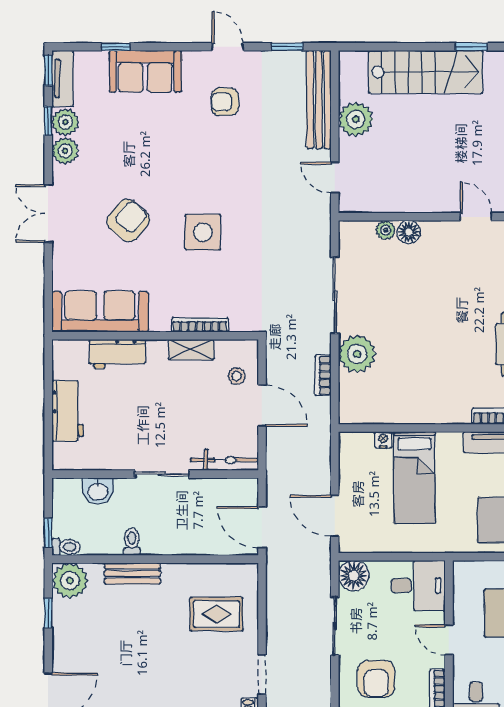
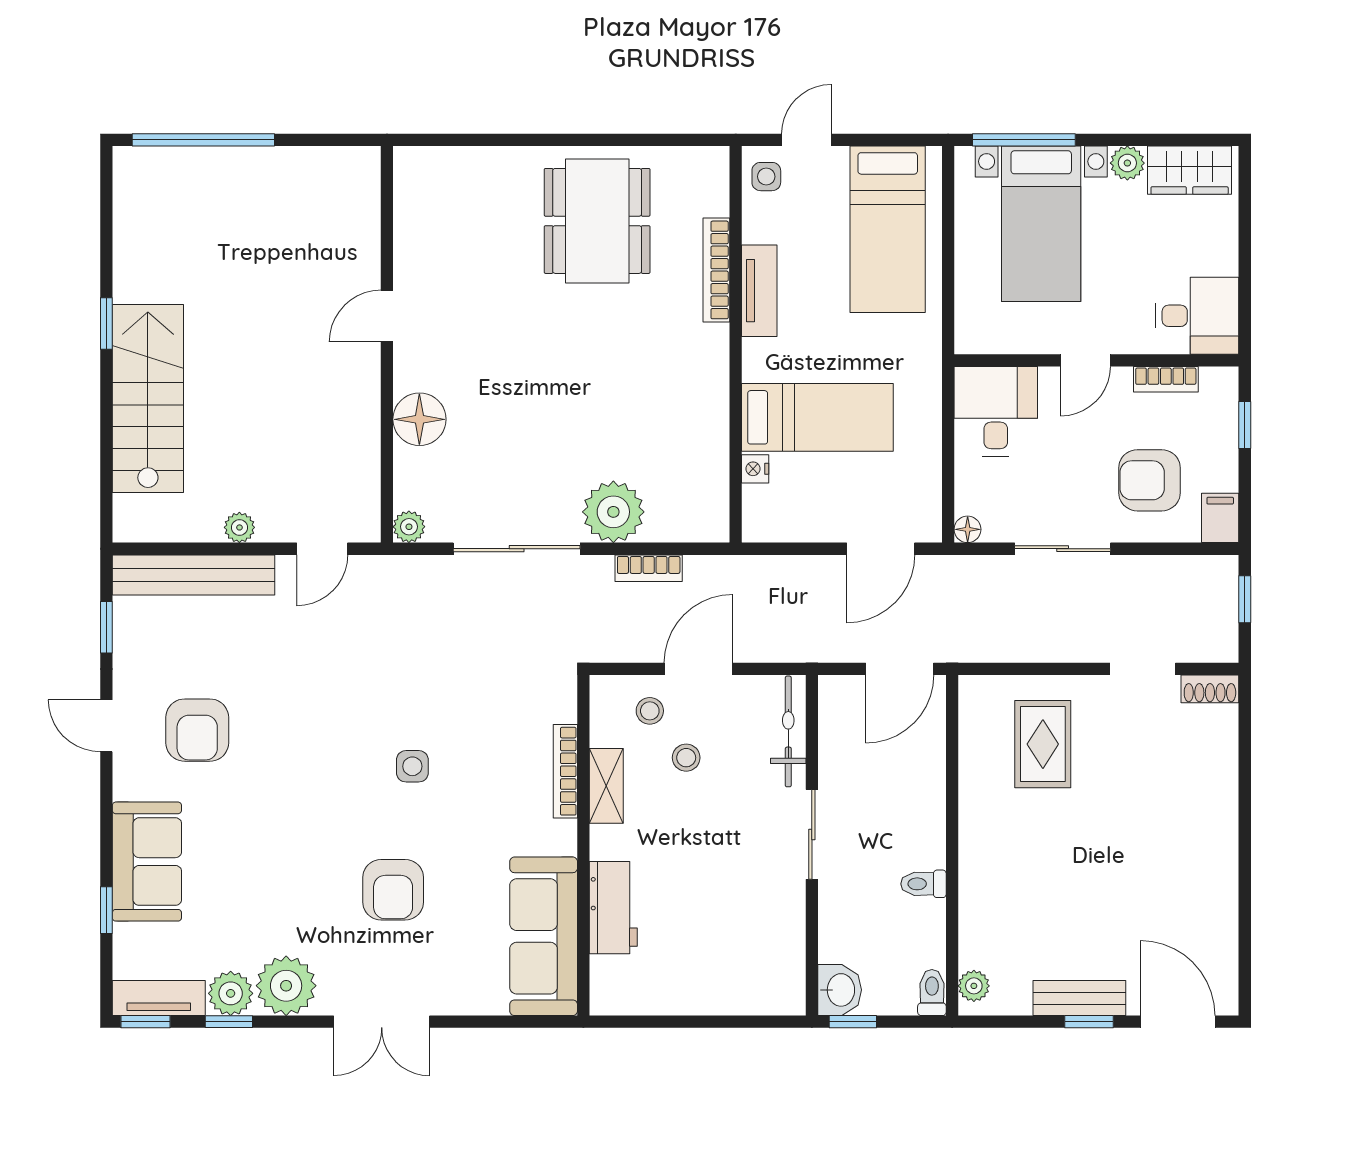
door: (228, 47) -> (106, 726), hinge flipped
armchair: (225, 102) -> (197, 730), width x1.38, depth x1.38
plant: (356, 119) -> (239, 527), width x0.53, depth x0.53
plant: (65, 151) -> (286, 986), width x1.36, depth x1.36
armchair: (128, 220) -> (393, 890), turned -130
plant: (386, 230) -> (409, 527), moved
side table: (203, 232) -> (412, 766), width x0.54, depth x0.54
floor lamp: (409, 232) -> (419, 419), width x1.38, depth x1.38
stool: (208, 398) -> (686, 758), added
workbench: (67, 411) -> (708, 990), removed
washbasin: (98, 491) -> (840, 990), moved
window: (48, 533) -> (853, 1022), moved
bench: (132, 573) -> (1079, 998), moved, turned 90
floor lamp: (354, 576) -> (968, 529), width x0.53, depth x0.53
plant: (70, 581) -> (974, 986), width x0.53, depth x0.53
window: (48, 613) -> (1089, 1022), moved
armchair: (376, 679) -> (1149, 480), turned 180

